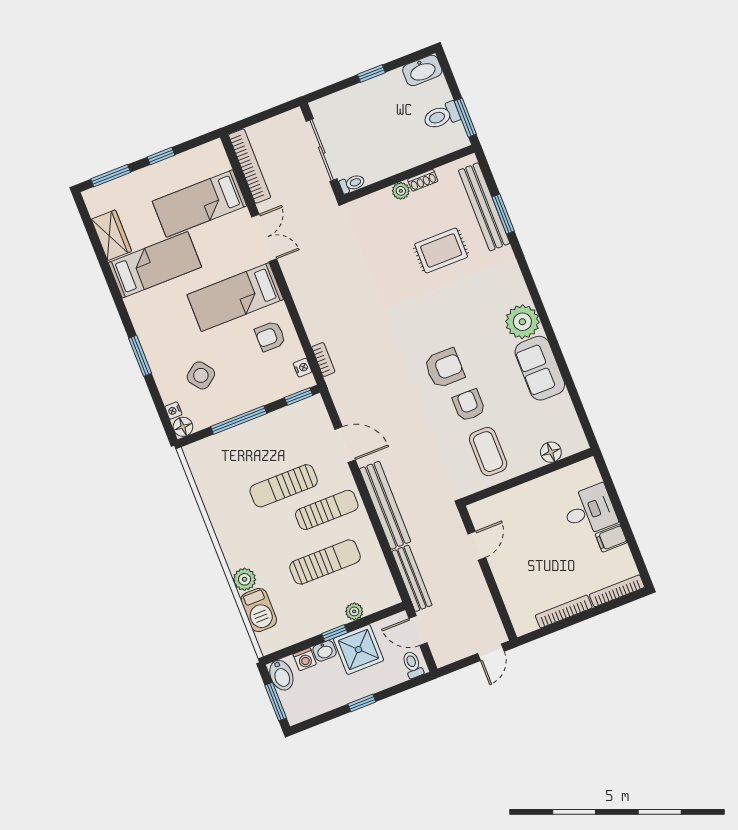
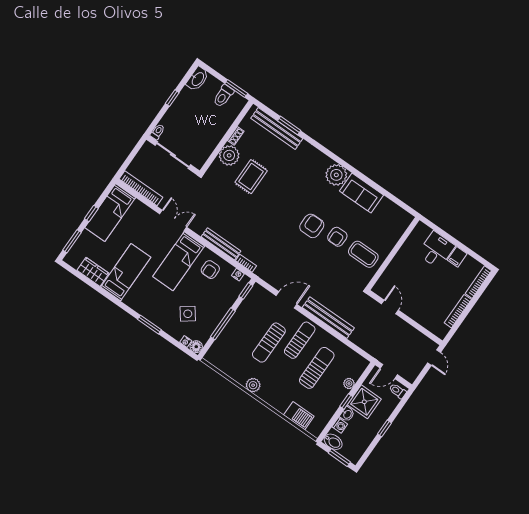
toilet: (352, 184) -> (157, 132), moved
plant: (401, 191) -> (229, 155), width x1.88, depth x1.88
bed: (200, 204) -> (110, 213), moved
rug: (441, 251) -> (251, 177), moved
armchair: (469, 405) -> (337, 237), turned -90
floor lamp: (551, 452) -> (396, 233), removed
bench: (412, 578) -> (221, 244), moved
plant: (245, 579) -> (253, 385), moved

